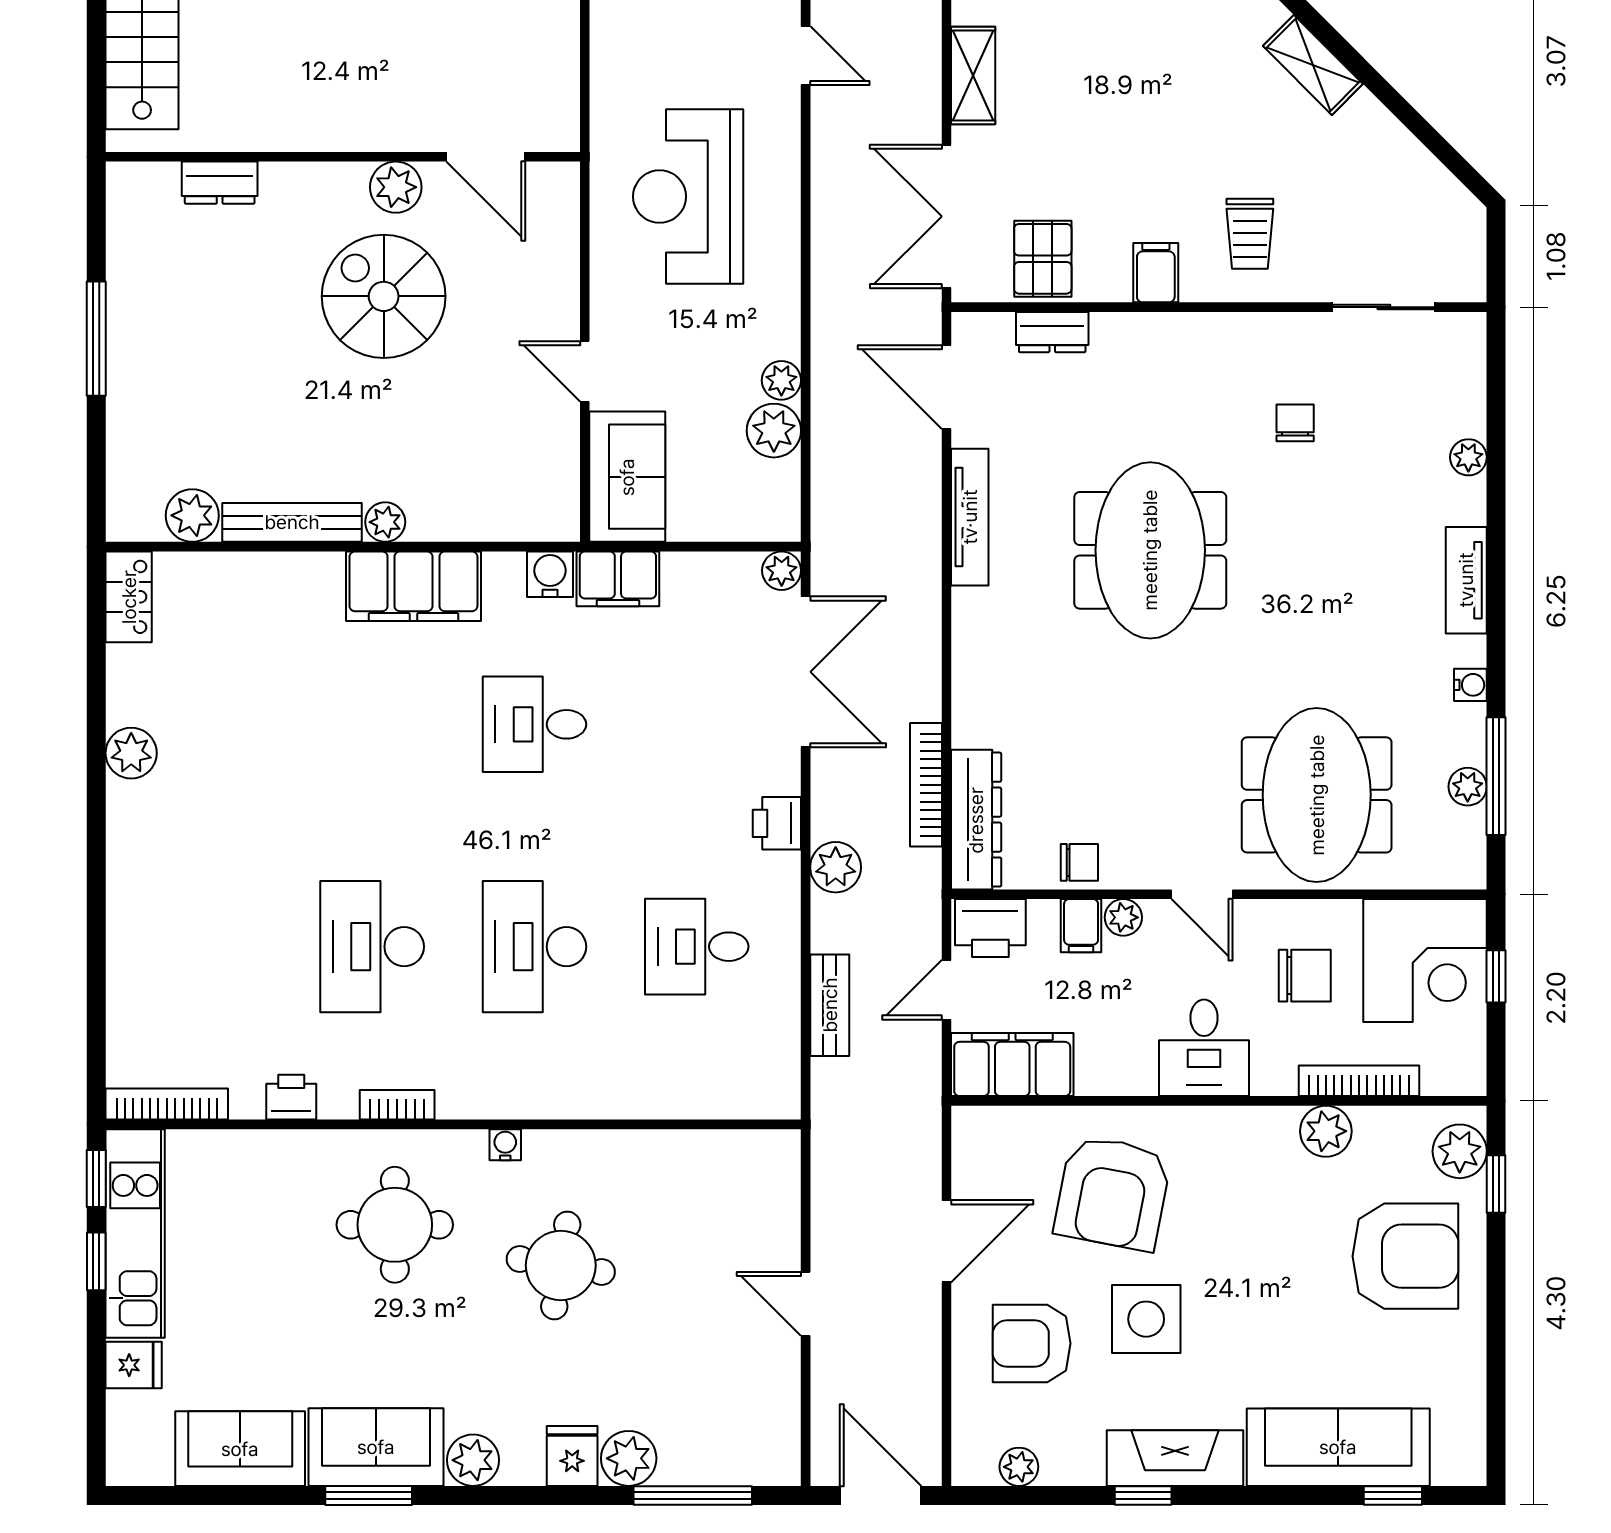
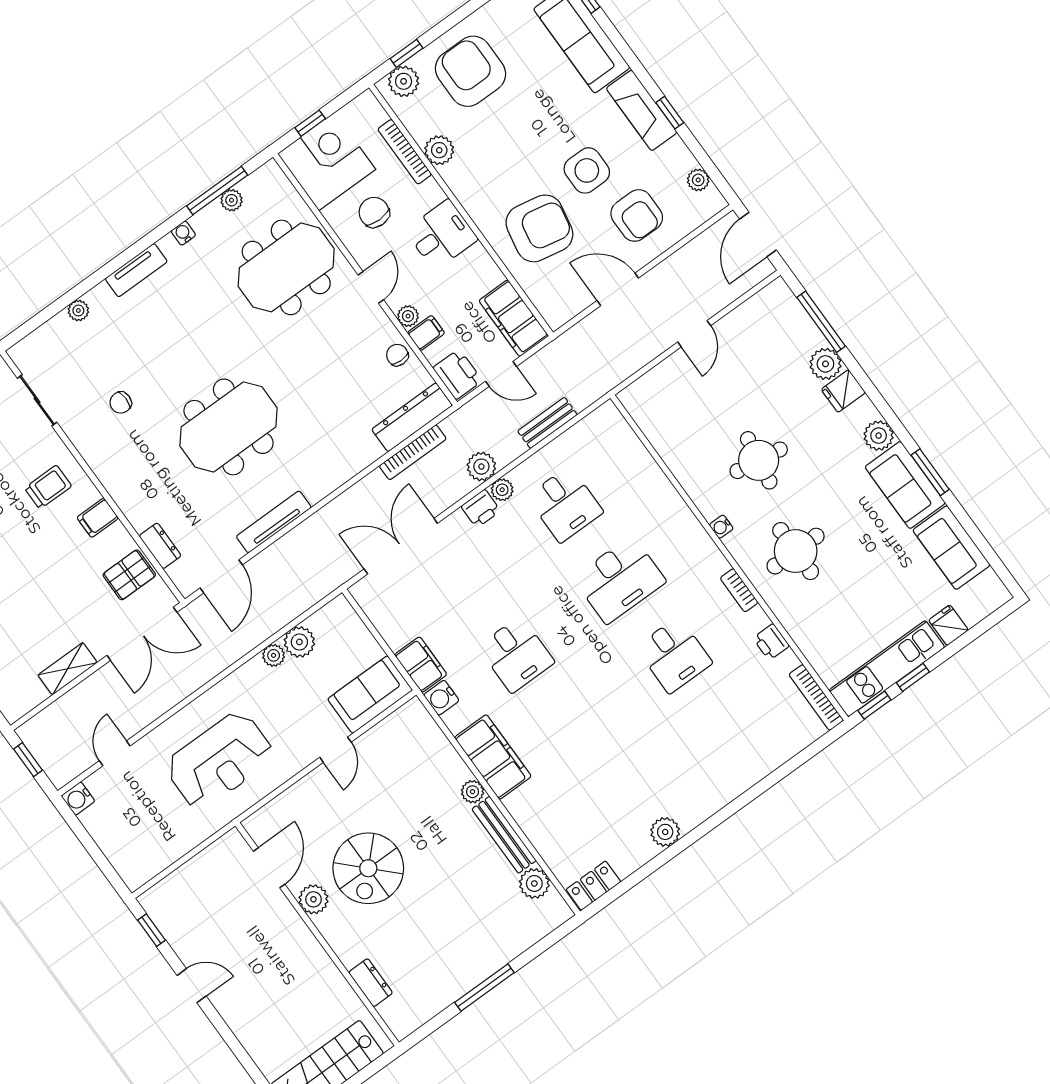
plant: (782, 571) -> (502, 490), moved
desk: (372, 947) -> (674, 655), width x0.73

